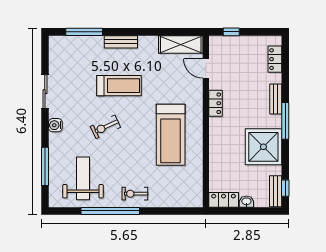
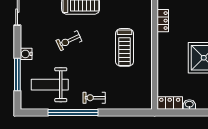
water cooler: (55, 125) -> (26, 54), moved
treadmill: (171, 135) -> (125, 47), width x0.73, depth x0.73
weight bench: (83, 178) -> (50, 85), turned -90

